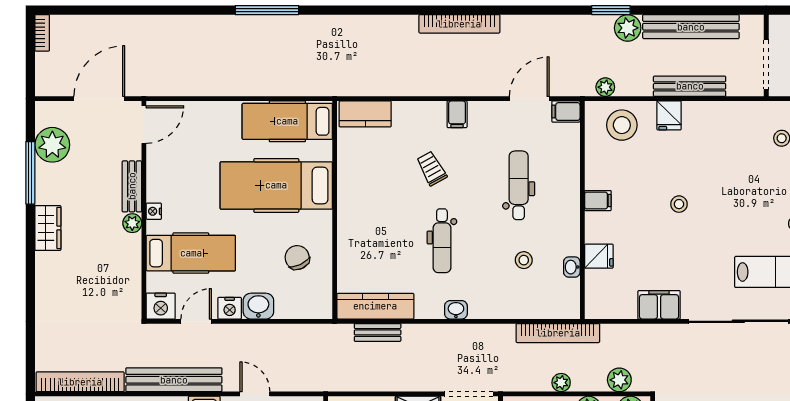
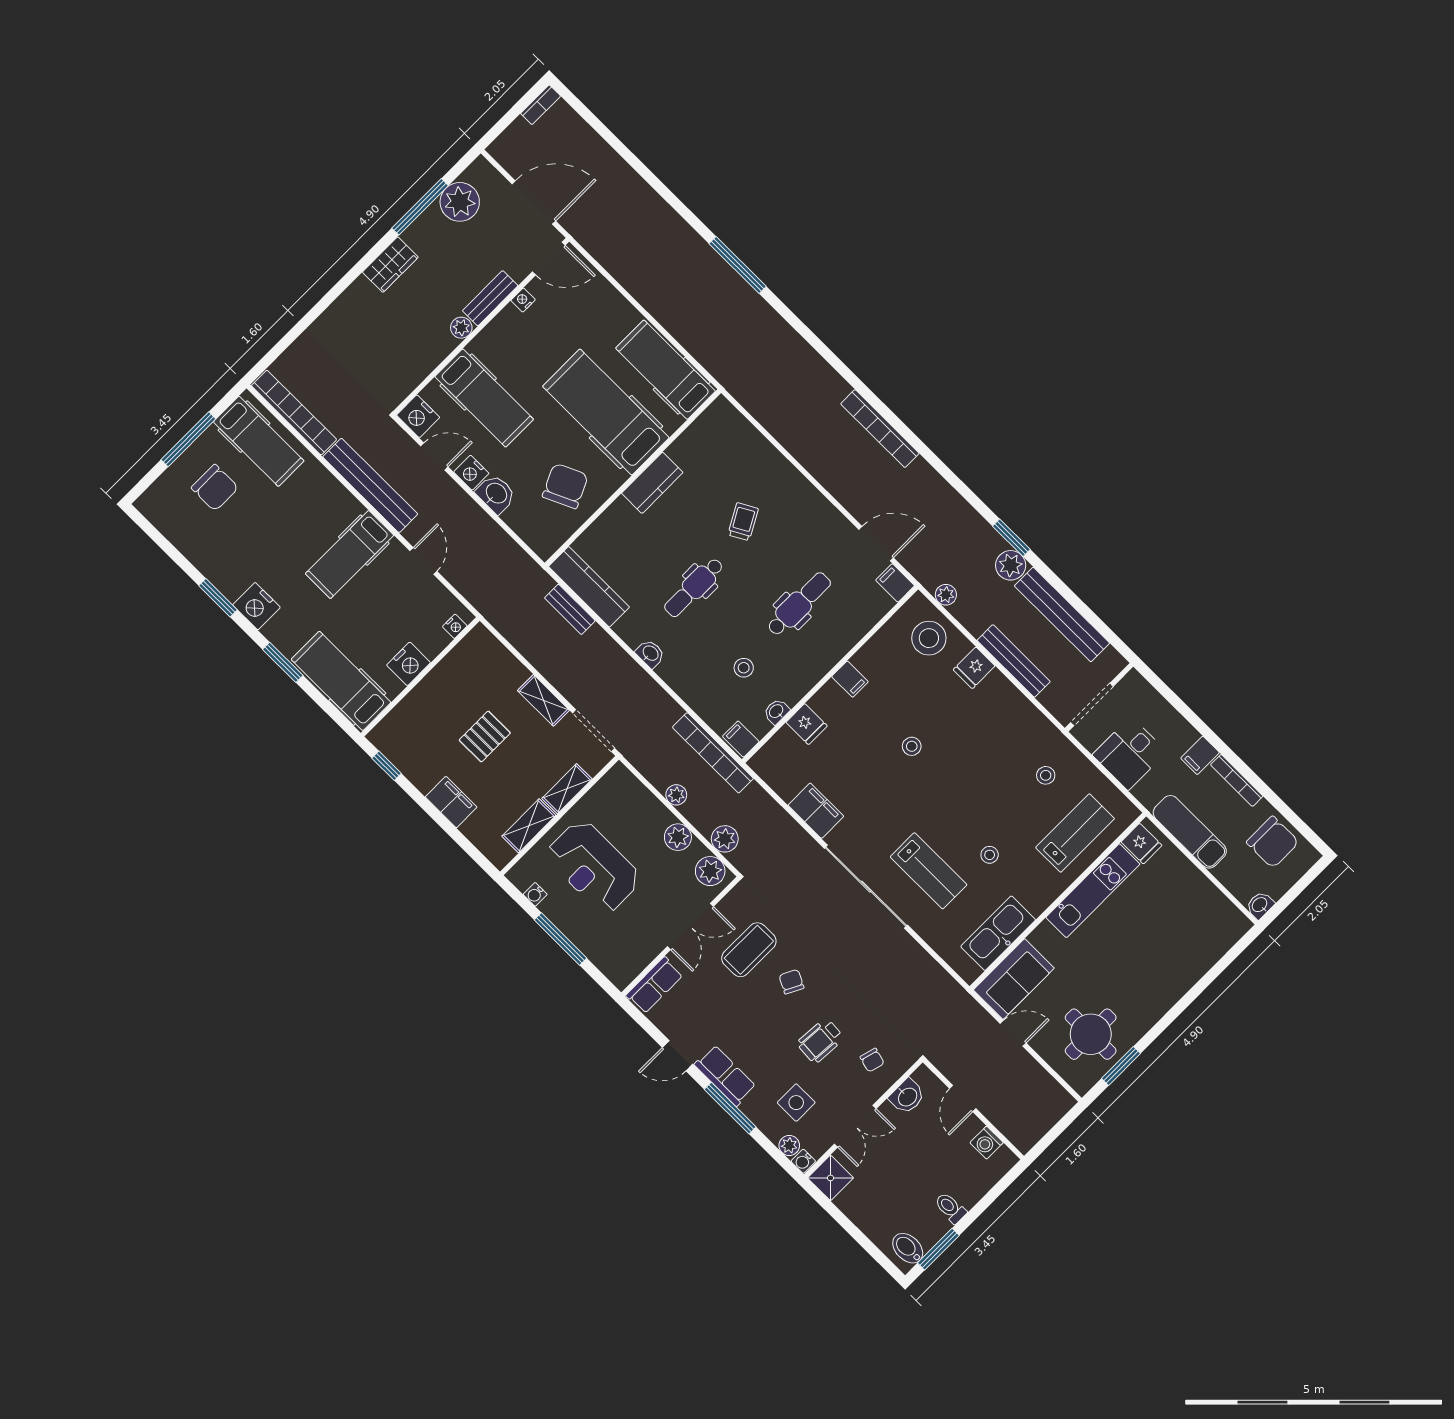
kitchen counter: (365, 114) -> (652, 483), moved, turned -90
filing cabinet: (457, 114) -> (741, 739), moved, turned 90
nightstand: (154, 211) -> (523, 300), moved
chair: (297, 258) -> (565, 486), width x1.37, depth x1.37

